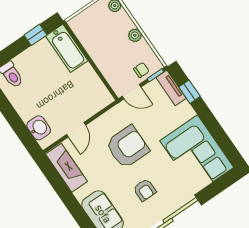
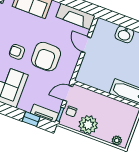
plant: (135, 35) -> (88, 125), width x1.88, depth x1.88
washbasin: (39, 128) -> (124, 34), moved
armchair: (145, 190) -> (17, 52), moved

